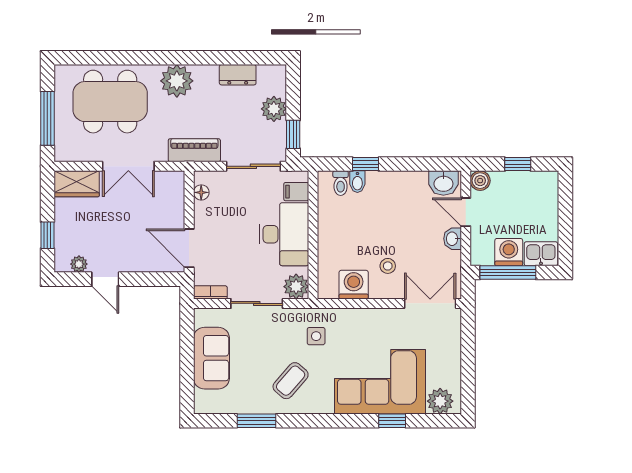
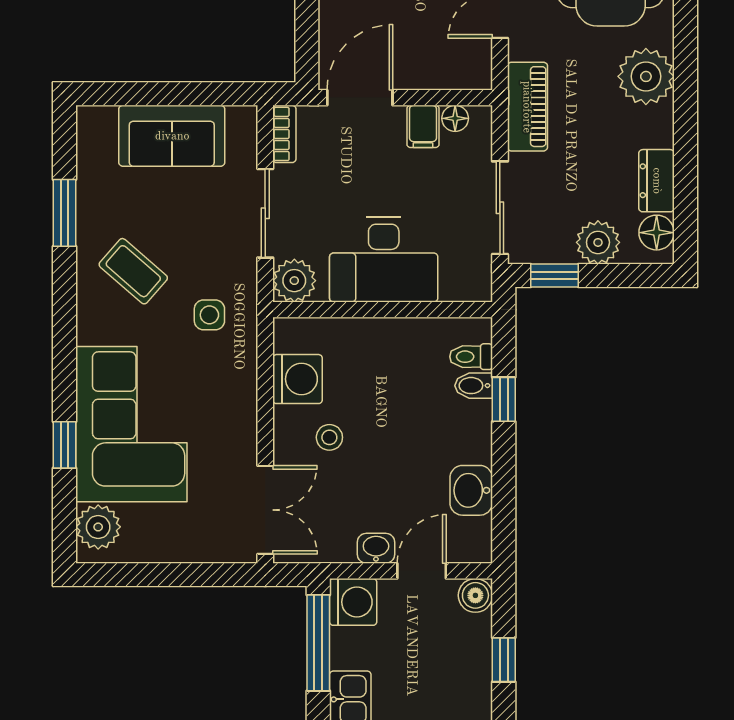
floor lamp: (268, 75) -> (657, 233), added
washbasin: (443, 183) -> (471, 490), moved
filing cabinet: (296, 192) -> (423, 126), moved, turned 180
washing machine: (509, 252) -> (353, 602), moved

